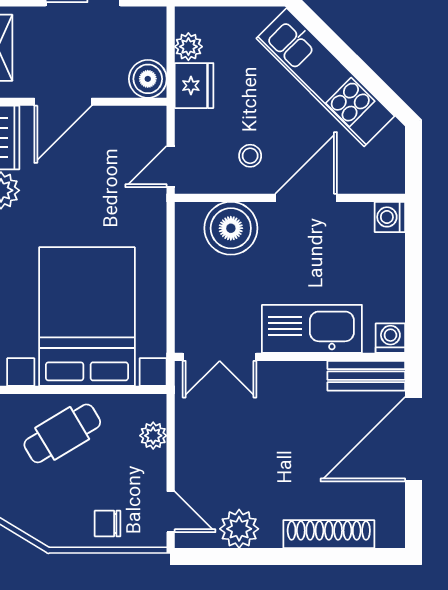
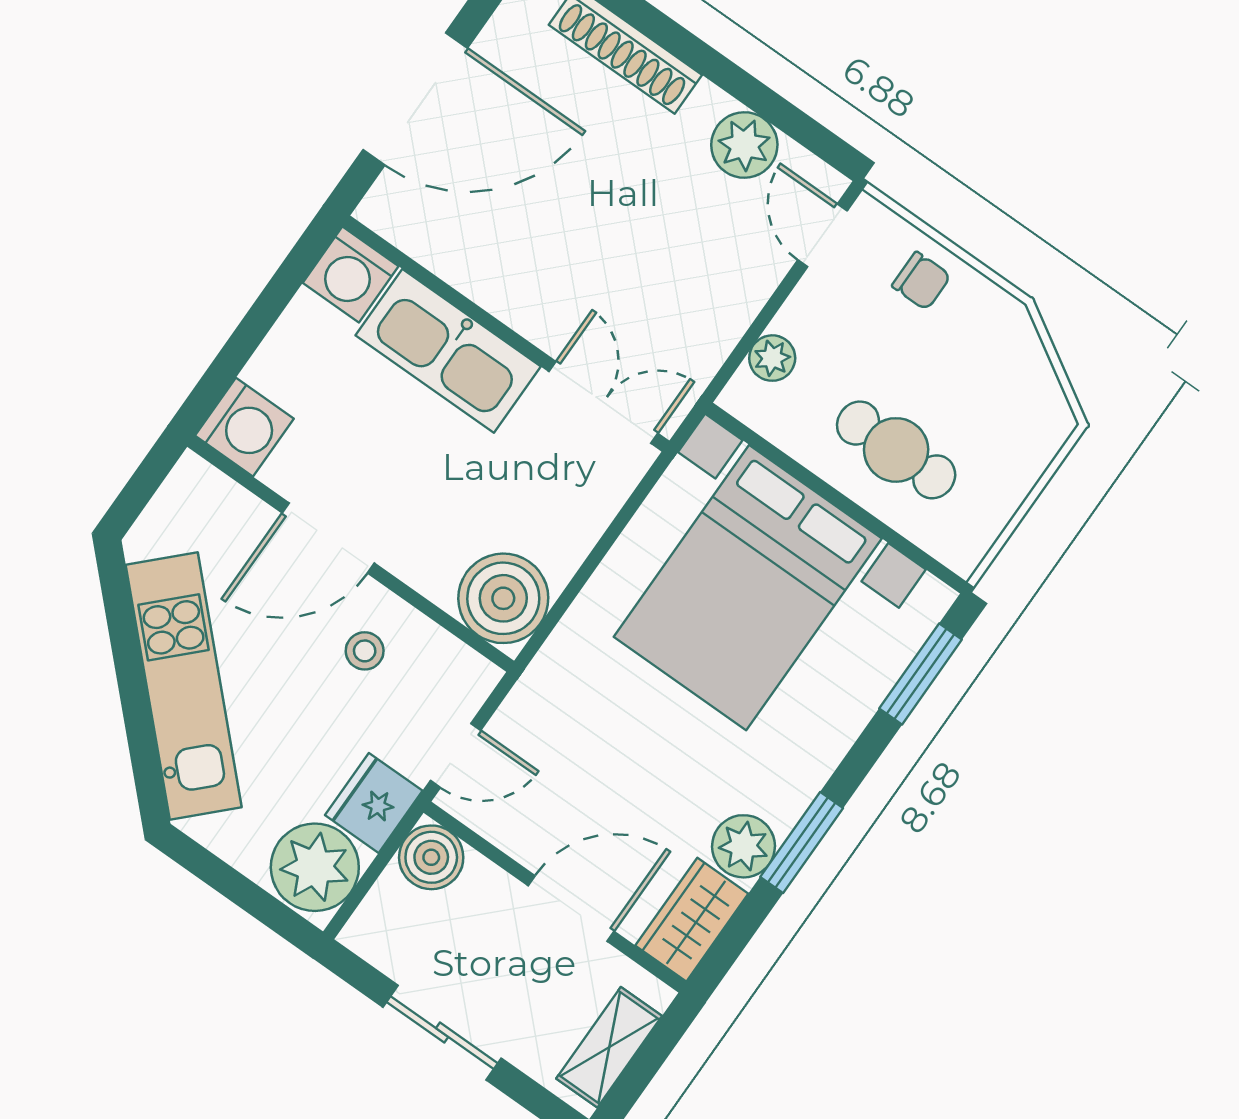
plant: (188, 47) -> (315, 867), width x1.87, depth x1.87
door: (171, 166) -> (456, 755), moved
washing machine: (390, 217) -> (244, 427), width x1.38, depth x1.38
boiler: (231, 228) -> (503, 598), moved
washing machine: (390, 338) -> (351, 274), width x1.38, depth x1.38
bench: (366, 376) -> (419, 233), removed
cafe table: (62, 433) -> (896, 450), turned 31

